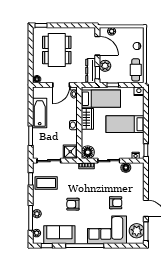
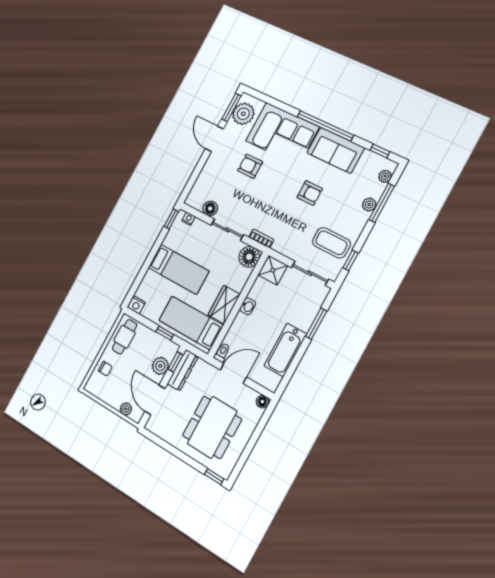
sofa: (59, 235) -> (336, 150), moved

